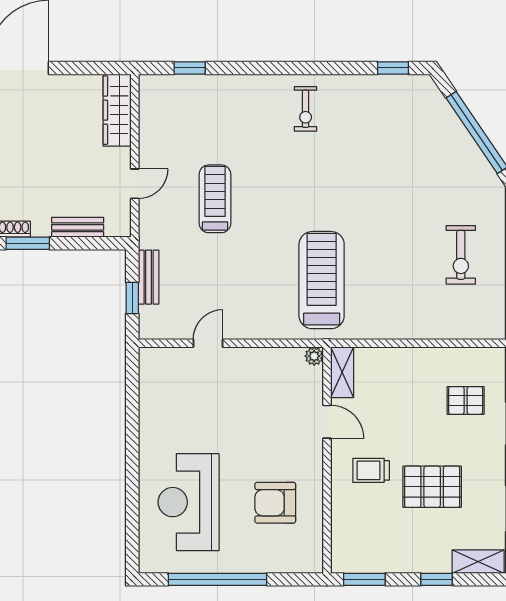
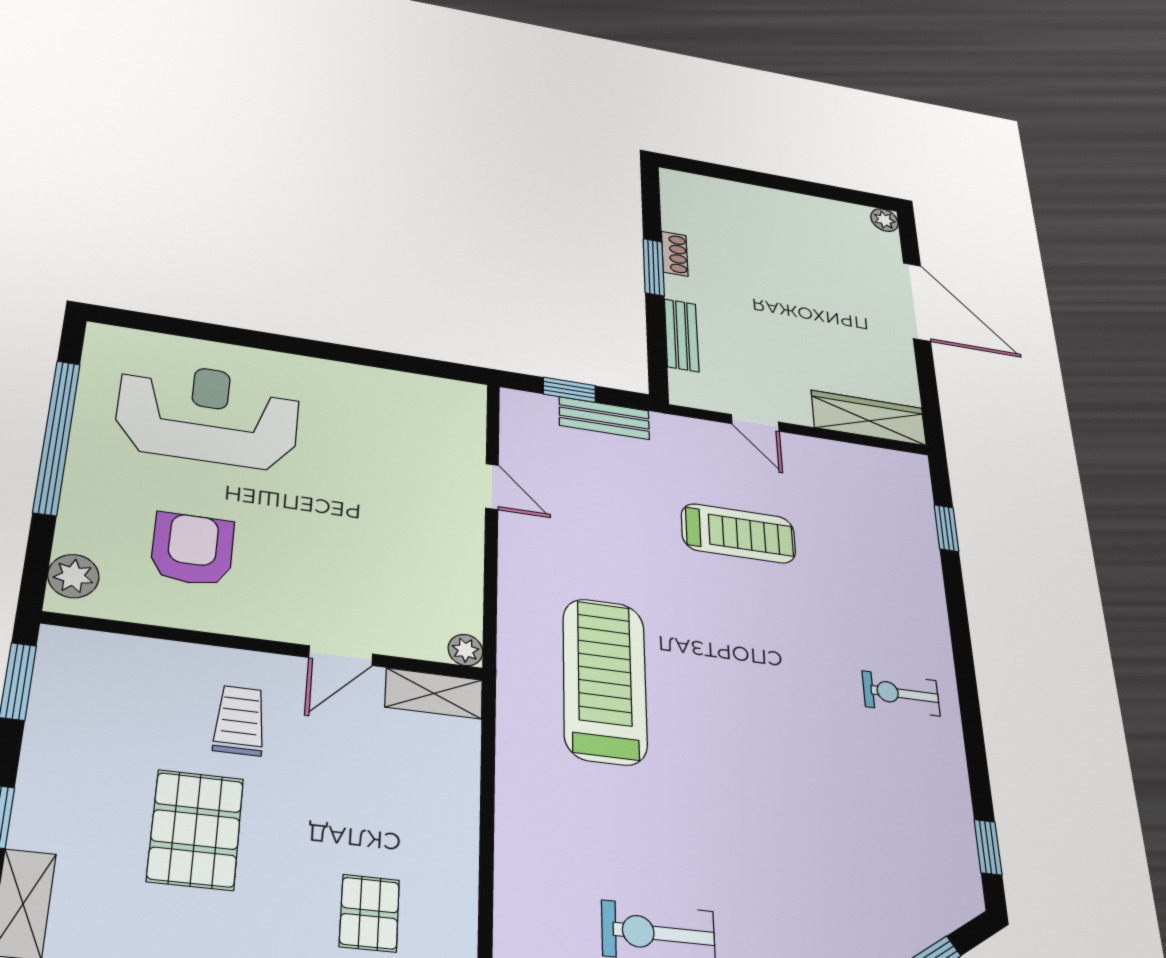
treadmill: (322, 280) -> (605, 681), turned -90
plant: (301, 561) -> (73, 576), added

